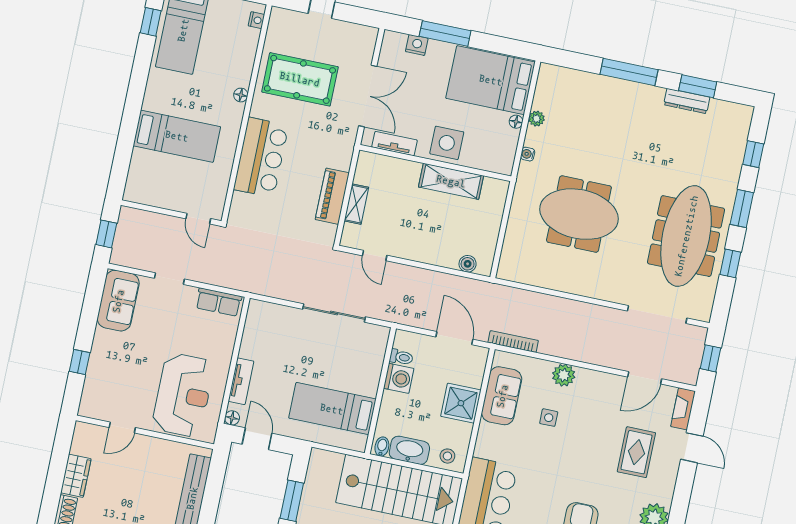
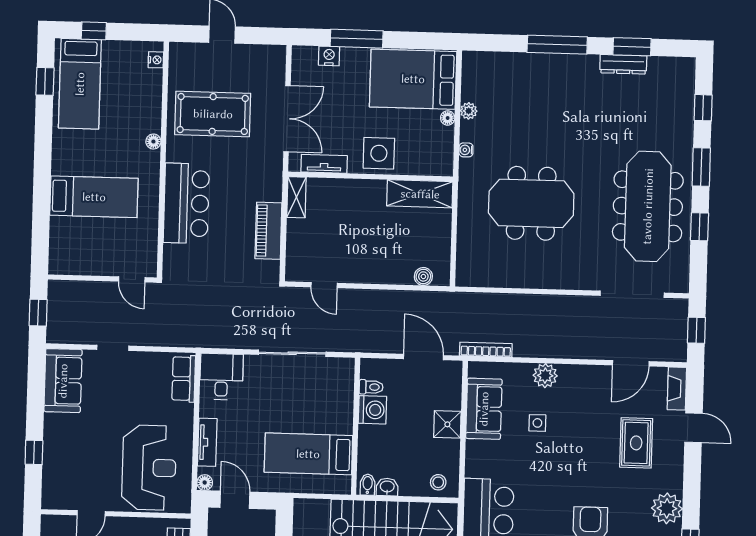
shelving: (451, 181) -> (420, 194), moved
shelving: (356, 204) -> (296, 197), moved
row of seats: (219, 302) -> (184, 379), moved, turned 90
desk: (265, 323) -> (221, 377), added
shower: (461, 403) -> (447, 424), width x0.73, depth x0.73
washbasin: (409, 450) -> (387, 487), width x0.52, depth x0.69

